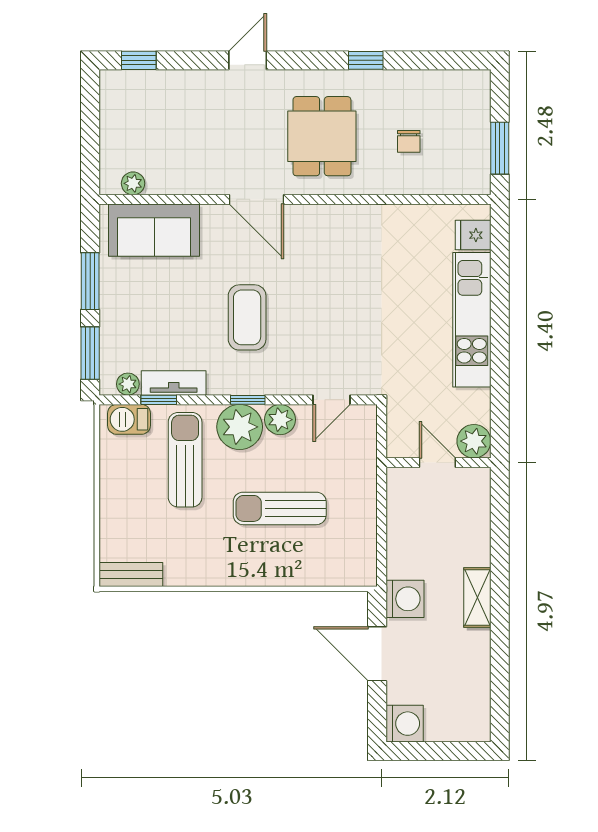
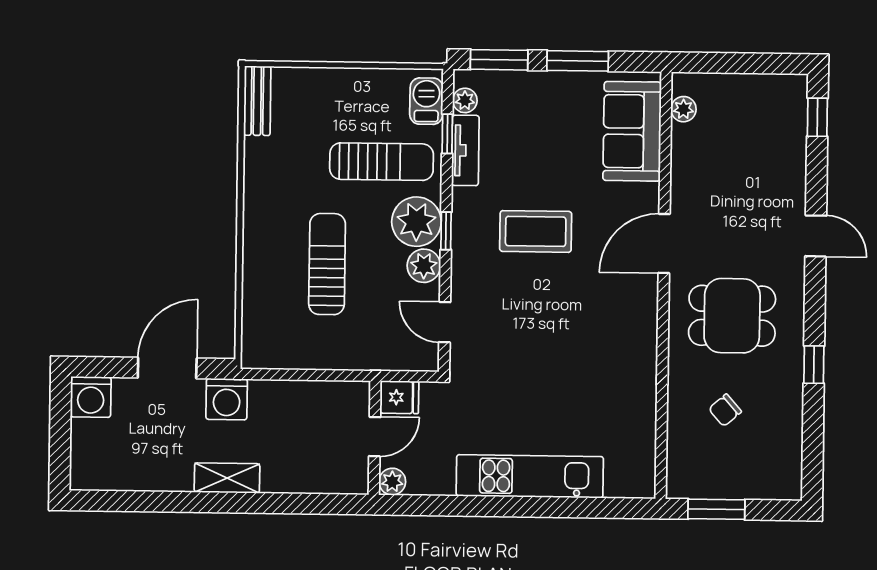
chair: (409, 141) -> (725, 410), turned -41
fridge: (473, 235) -> (399, 397), moved, turned 90
plant: (474, 441) -> (392, 482), width x0.73, depth x0.73

